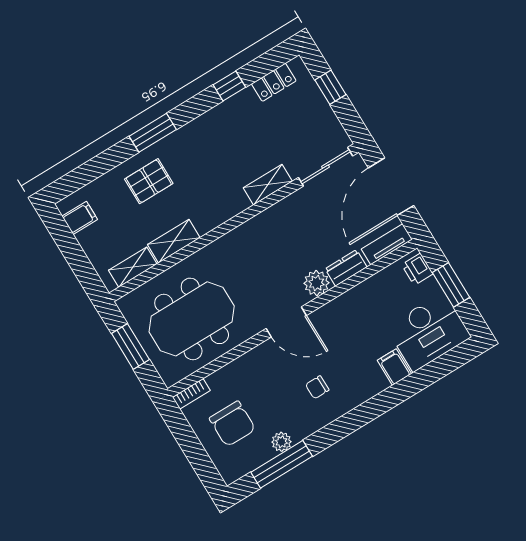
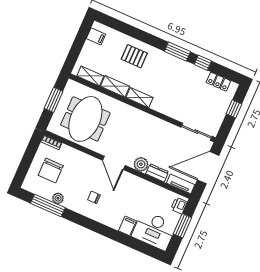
window: (153, 133) -> (177, 52), moved
shelving: (268, 185) -> (139, 98), moved
meeting table: (192, 319) -> (85, 119), turned 90

